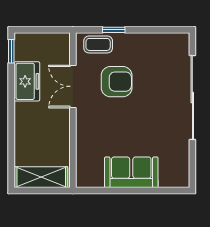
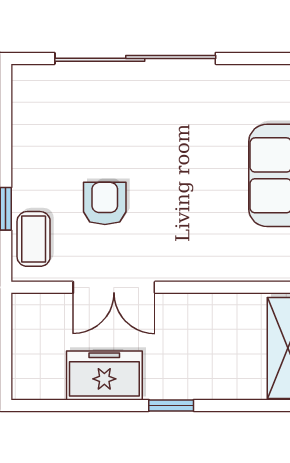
window: (11, 51) -> (171, 405), moved
armchair: (117, 82) -> (105, 203), width x0.72, depth x0.72

